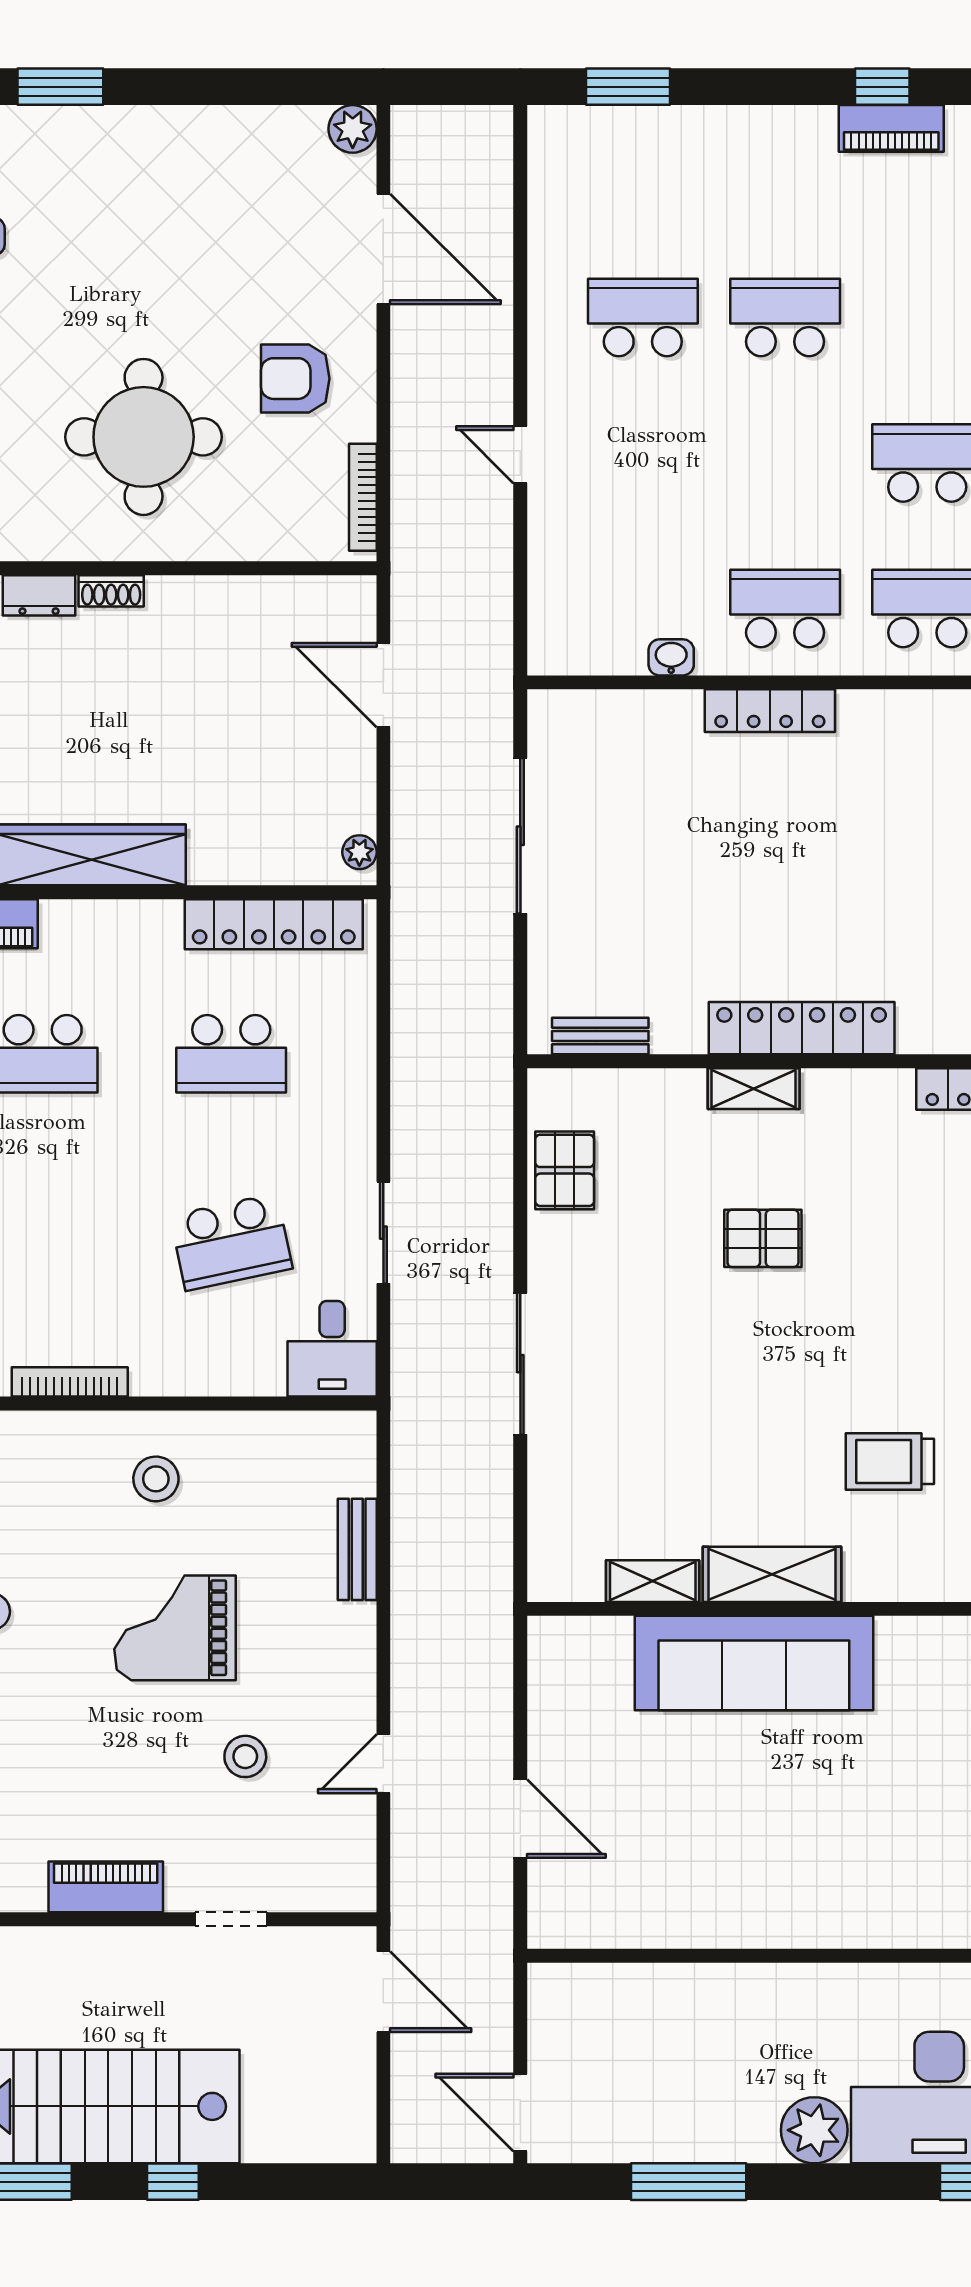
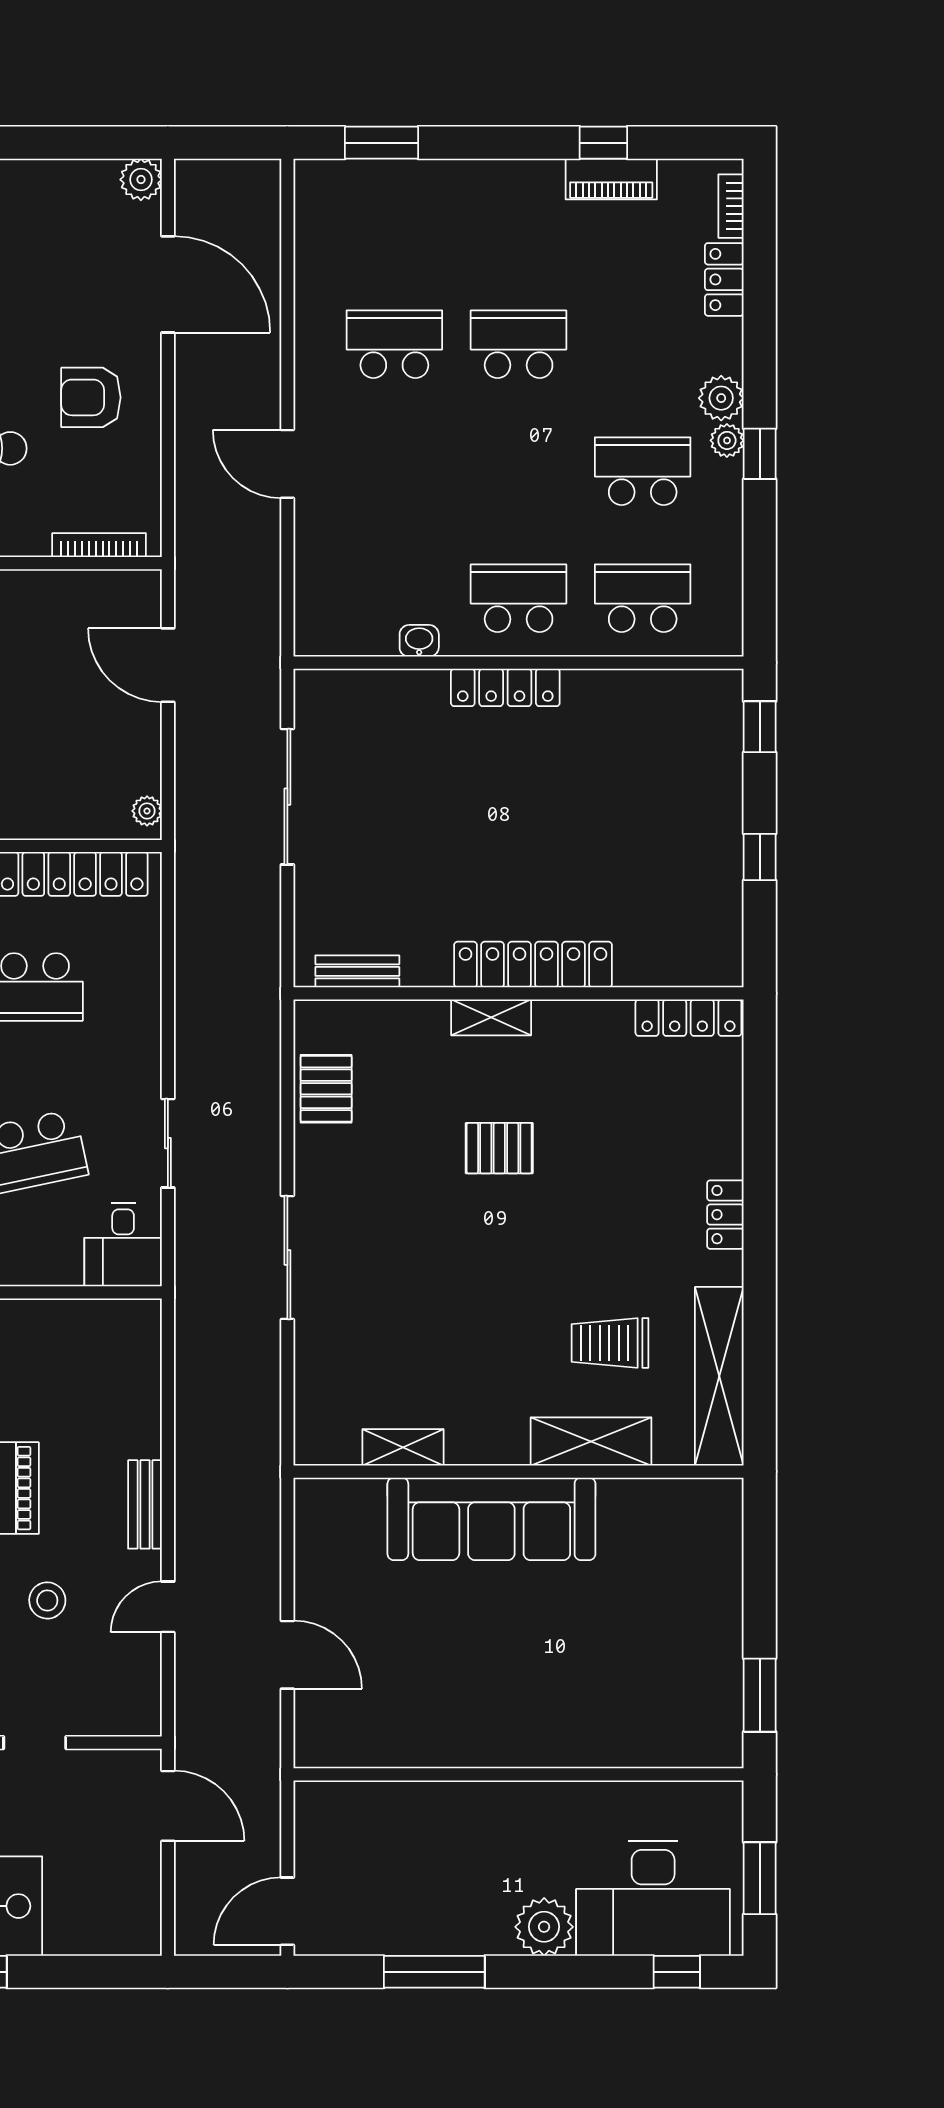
door: (520, 455) -> (287, 464), width x1.38
bookcase: (363, 497) -> (99, 545), moved, turned 90
bench: (357, 1549) -> (145, 1504), moved
shelving: (772, 1574) -> (591, 1441), moved
door: (520, 2112) -> (287, 1911), hinge flipped

